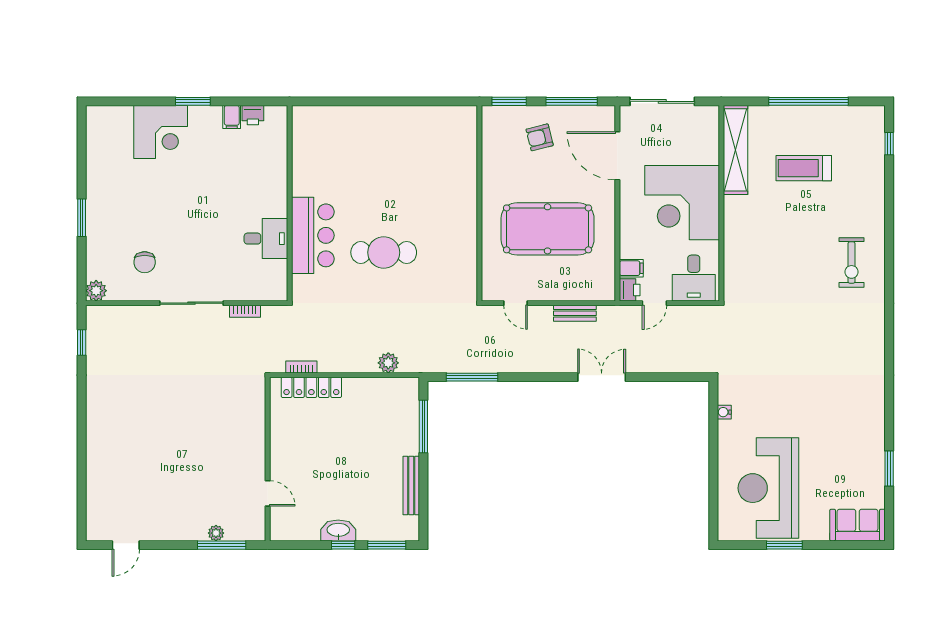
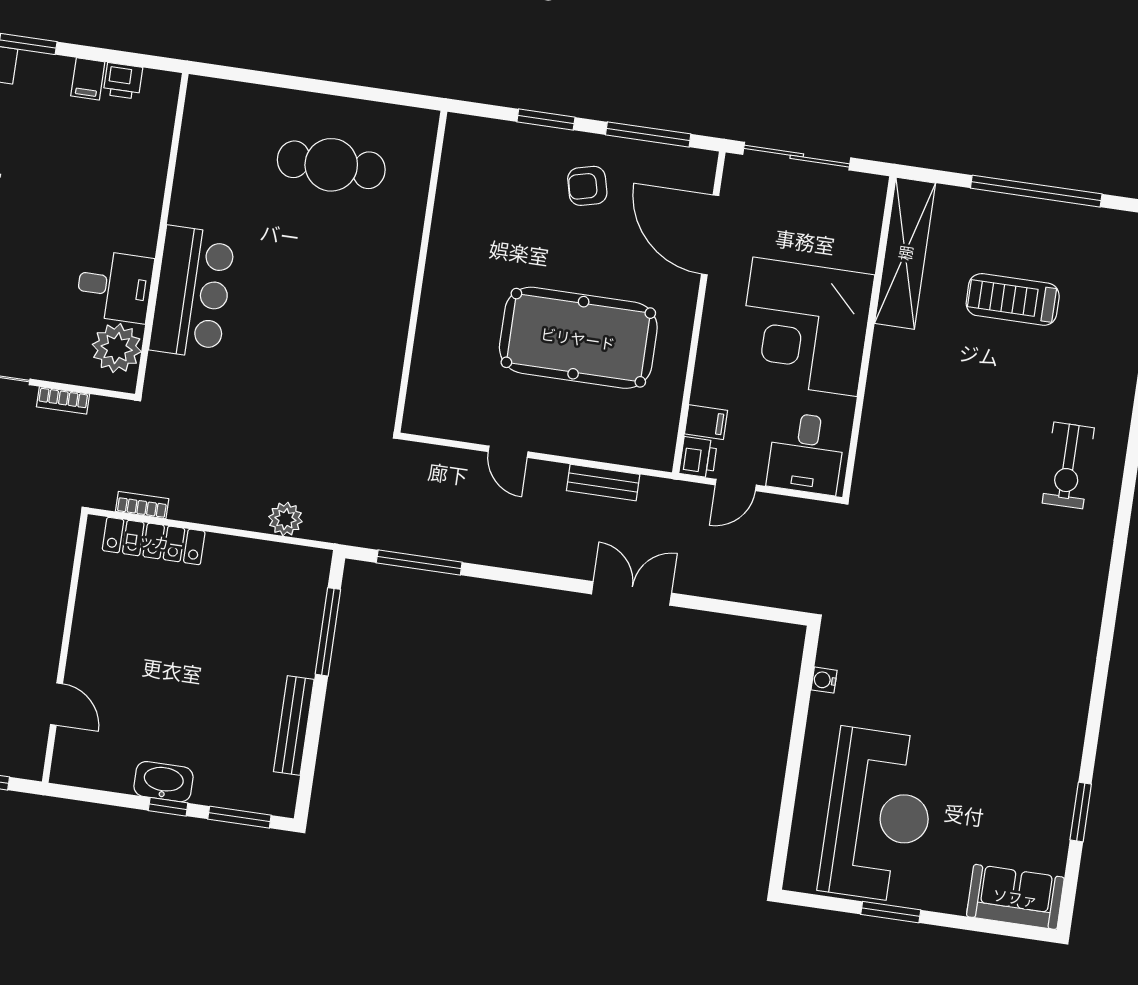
wall: (479, 203) -> (421, 272), moved
cafe table: (384, 252) -> (331, 165), moved
plant: (272, 275) -> (117, 348), added
reception desk: (768, 488) -> (878, 815), turned 180

